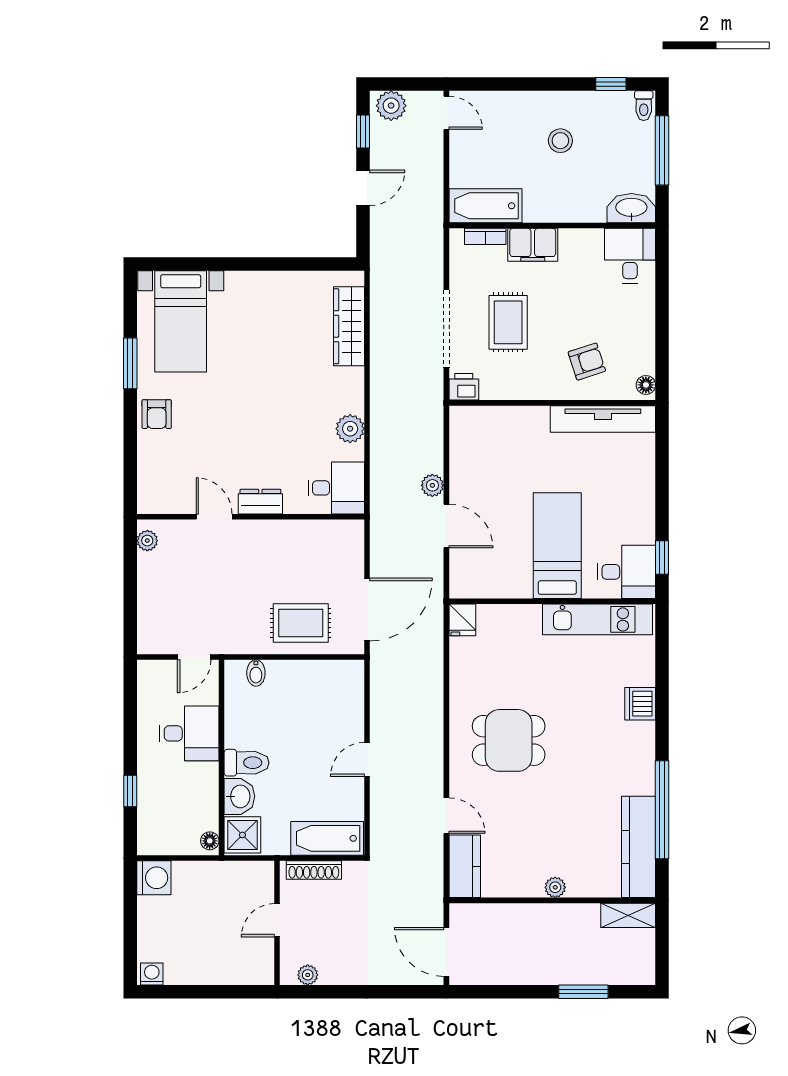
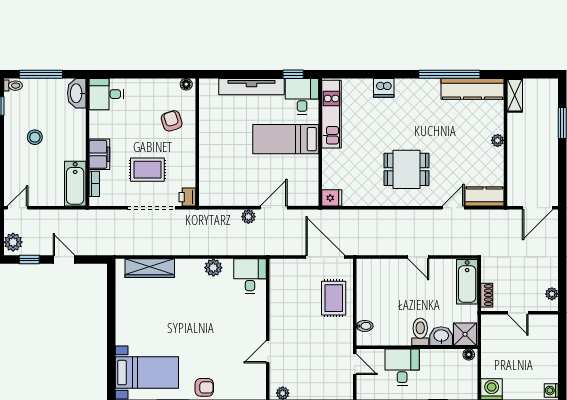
tv unit: (603, 419) -> (252, 87), moved, turned 90
dresser: (260, 502) -> (258, 323), removed
dining table: (509, 740) -> (406, 169), turned 90
shoe rack: (314, 870) -> (487, 295), width x0.70

